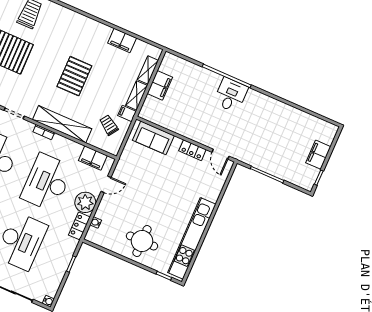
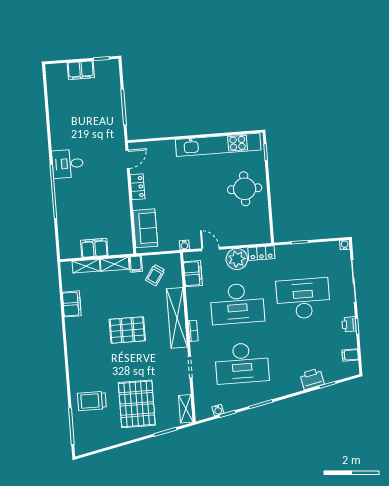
desk: (231, 95) -> (68, 164), moved
water cooler: (96, 222) -> (184, 245), moved

